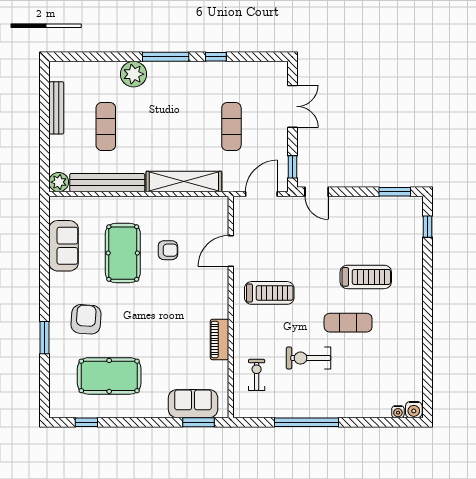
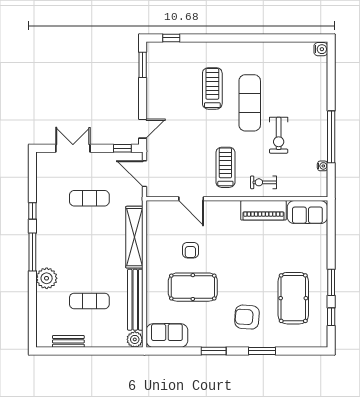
bench: (56, 108) -> (68, 341), width x0.73
sofa: (64, 246) -> (167, 335), moved
armchair: (168, 250) -> (190, 250), turned 180
window: (45, 279) -> (214, 351), added
exercise mat: (348, 323) -> (250, 103), width x1.36, depth x1.45
piano: (220, 339) -> (263, 210), width x1.37, depth x1.33
exercise bike: (257, 375) -> (263, 182), moved
sofa: (193, 404) -> (307, 212), moved, turned -90
water cooler: (398, 412) -> (322, 166), moved
window: (199, 422) -> (331, 282), moved

